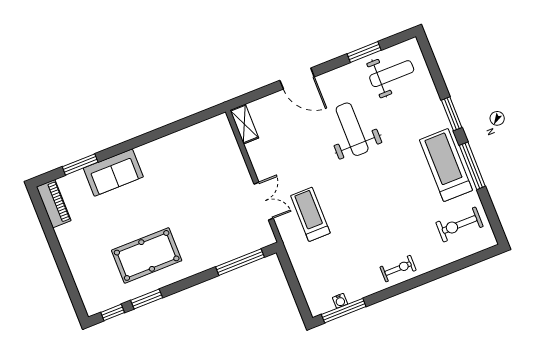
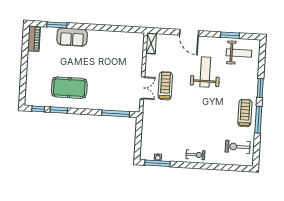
treadmill: (446, 165) -> (245, 113), width x0.73, depth x0.73
treadmill: (310, 214) -> (165, 86), moved

